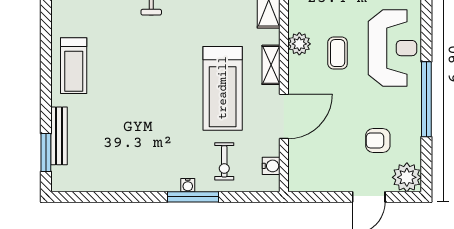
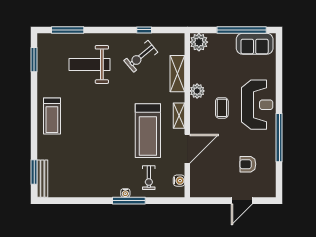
plant: (299, 44) -> (197, 91), moved
bench: (59, 136) -> (42, 179), moved
plant: (407, 177) -> (266, 188), removed

